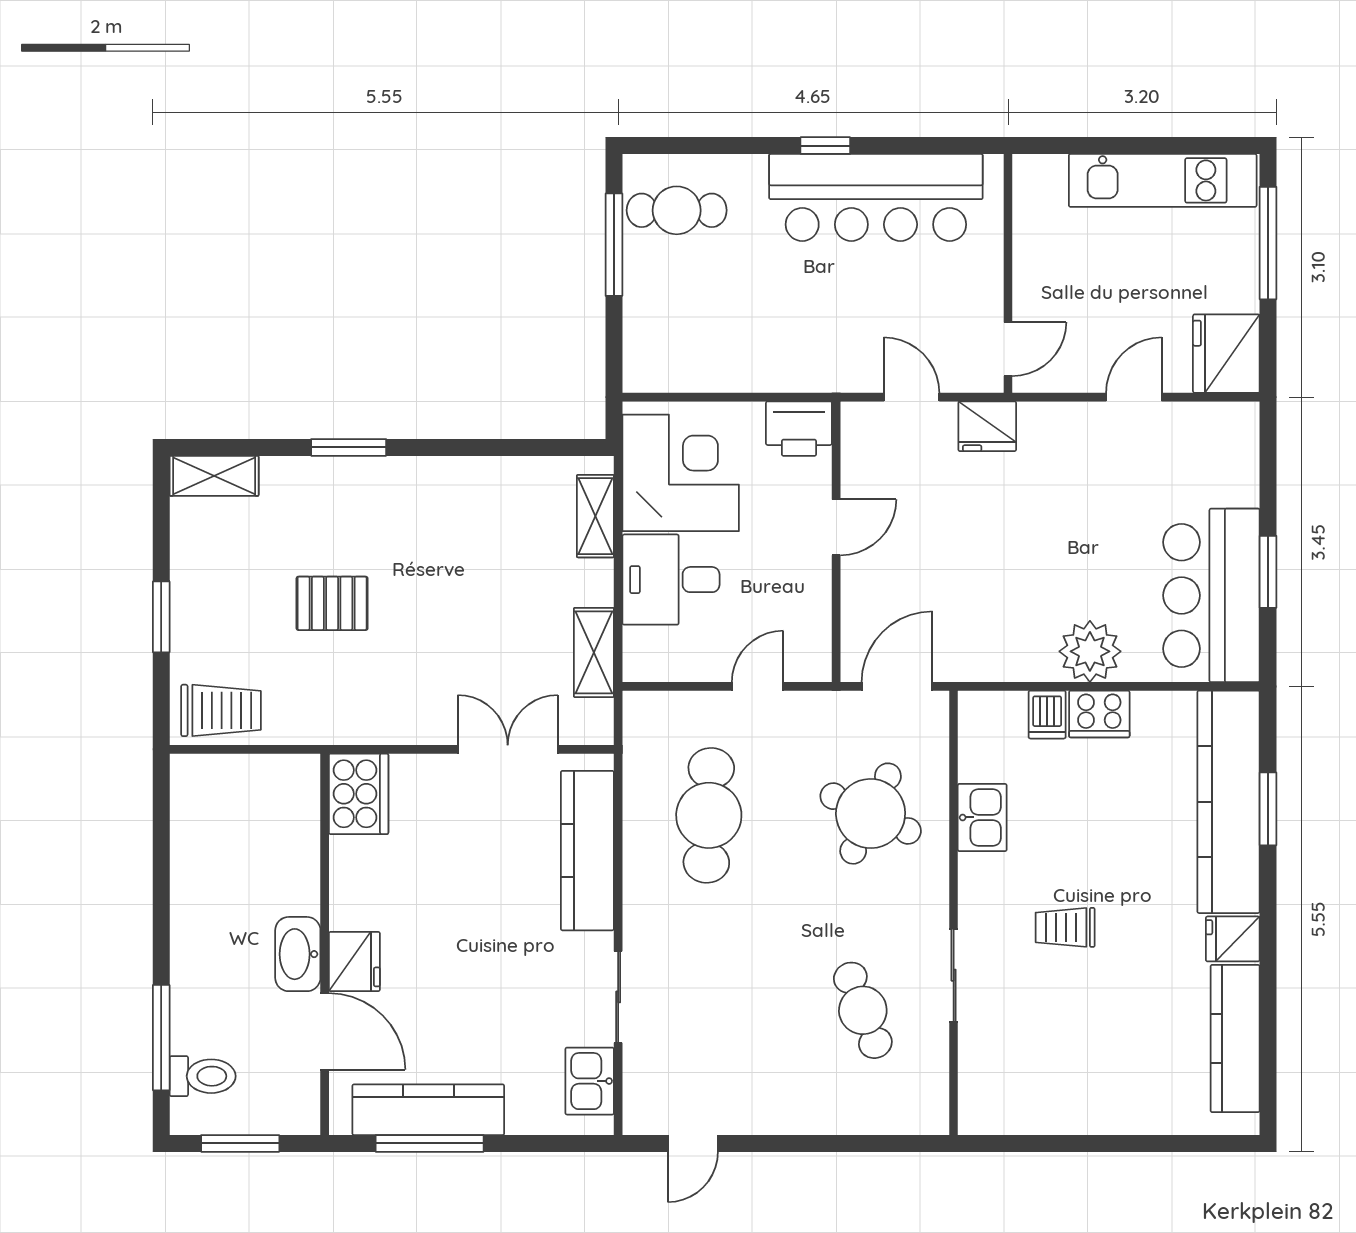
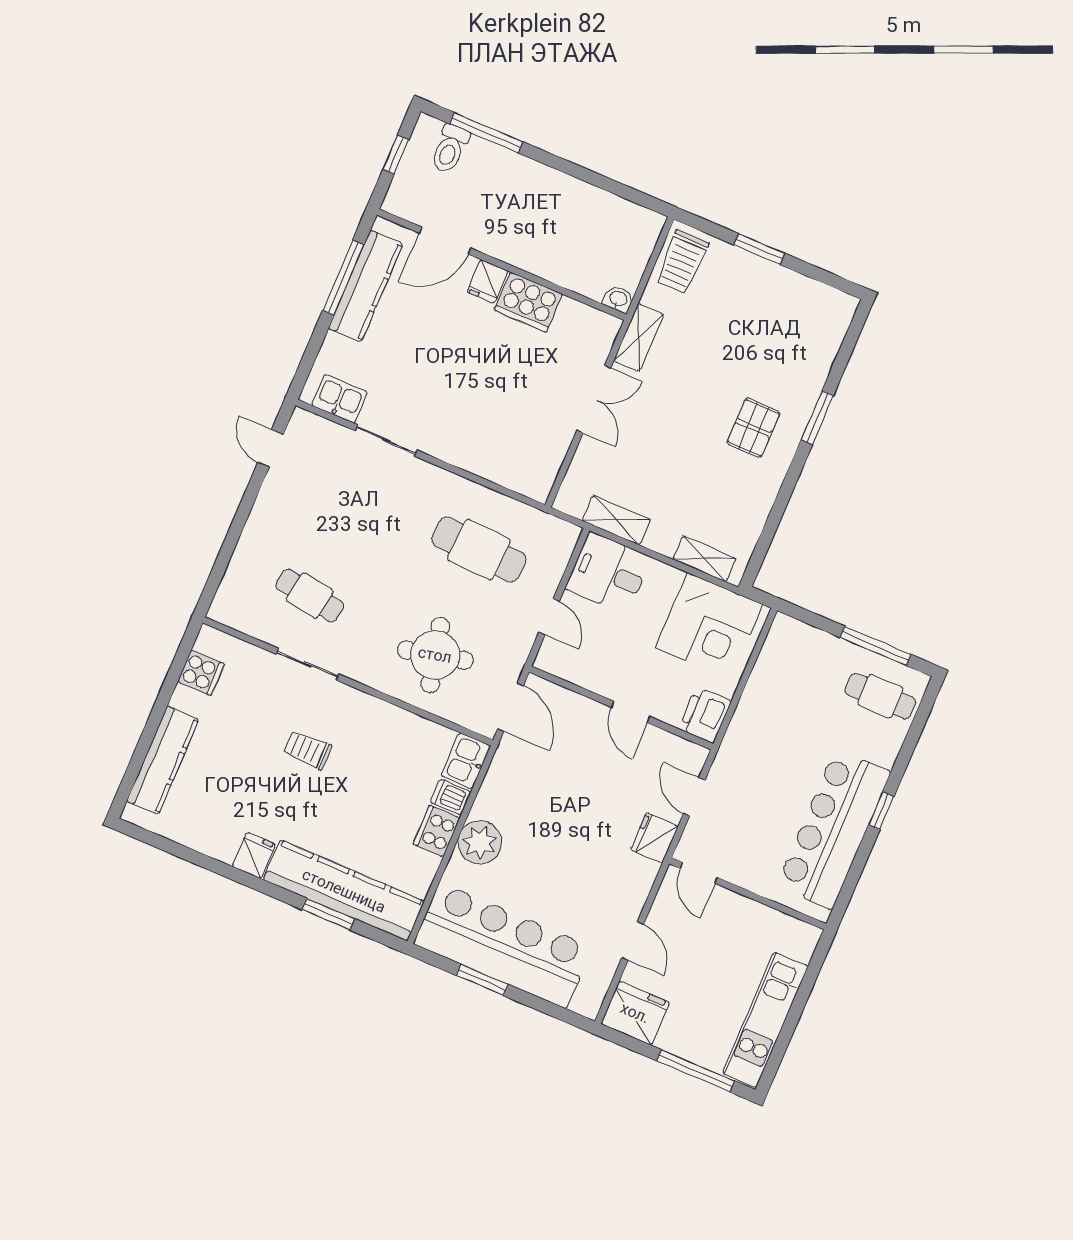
cafe table: (677, 210) -> (880, 696), turned 90
door: (912, 397) -> (694, 797), swing flipped
shelving: (214, 476) -> (639, 337), moved
desk: (671, 580) -> (608, 573), moved, turned -90
bar counter: (1211, 595) -> (503, 945), width x1.36
pallet: (332, 603) -> (753, 428), moved
double door: (508, 749) -> (594, 399), moved
cooker: (359, 794) -> (529, 302), moved
round table: (871, 814) -> (435, 655), turned -38
kitchen sink: (982, 817) -> (466, 761), moved, turned 90
kitchen counter: (587, 851) -> (490, 461), removed
trolley: (1065, 927) -> (308, 750), turned -90
washbasin: (298, 954) -> (618, 299), moved, width x0.52, depth x0.69
fridge: (354, 962) -> (488, 281), width x0.72
cafe table: (863, 1010) -> (310, 596), turned 30
kitchen counter: (1235, 1039) -> (163, 760), moved, turned 90
cooker: (1024, 1109) -> (201, 673), added
window: (240, 1143) -> (396, 155), width x0.67

